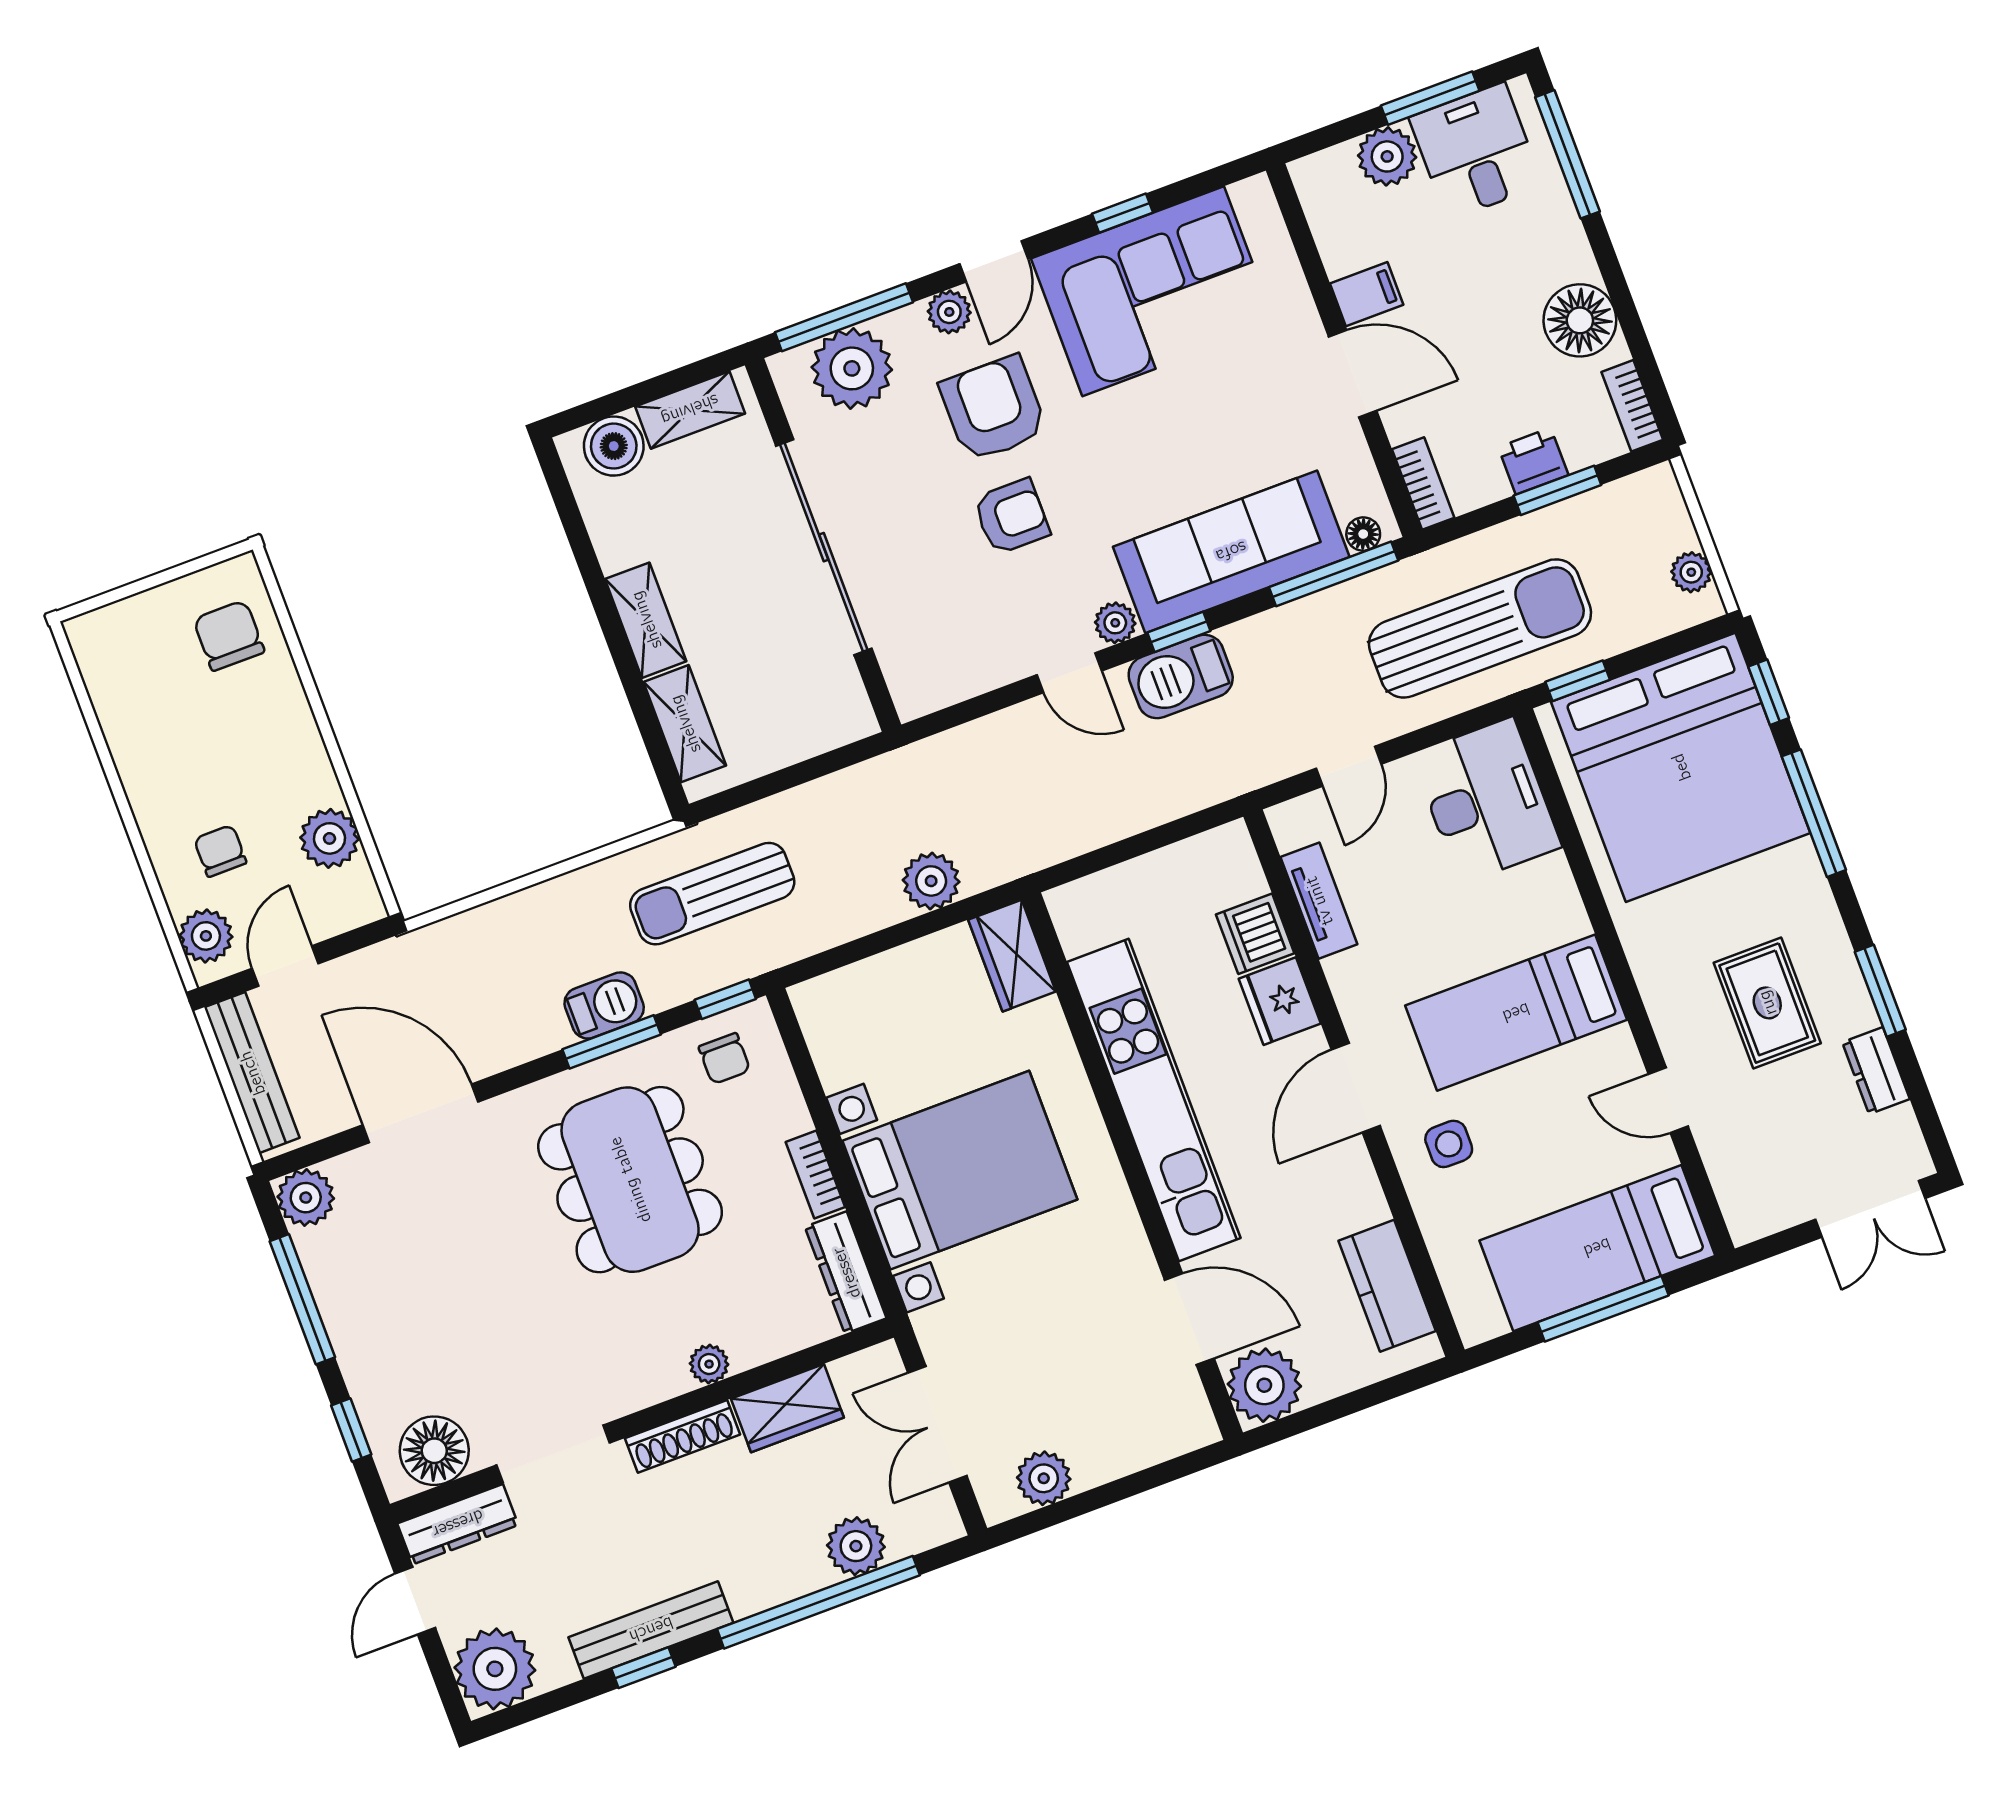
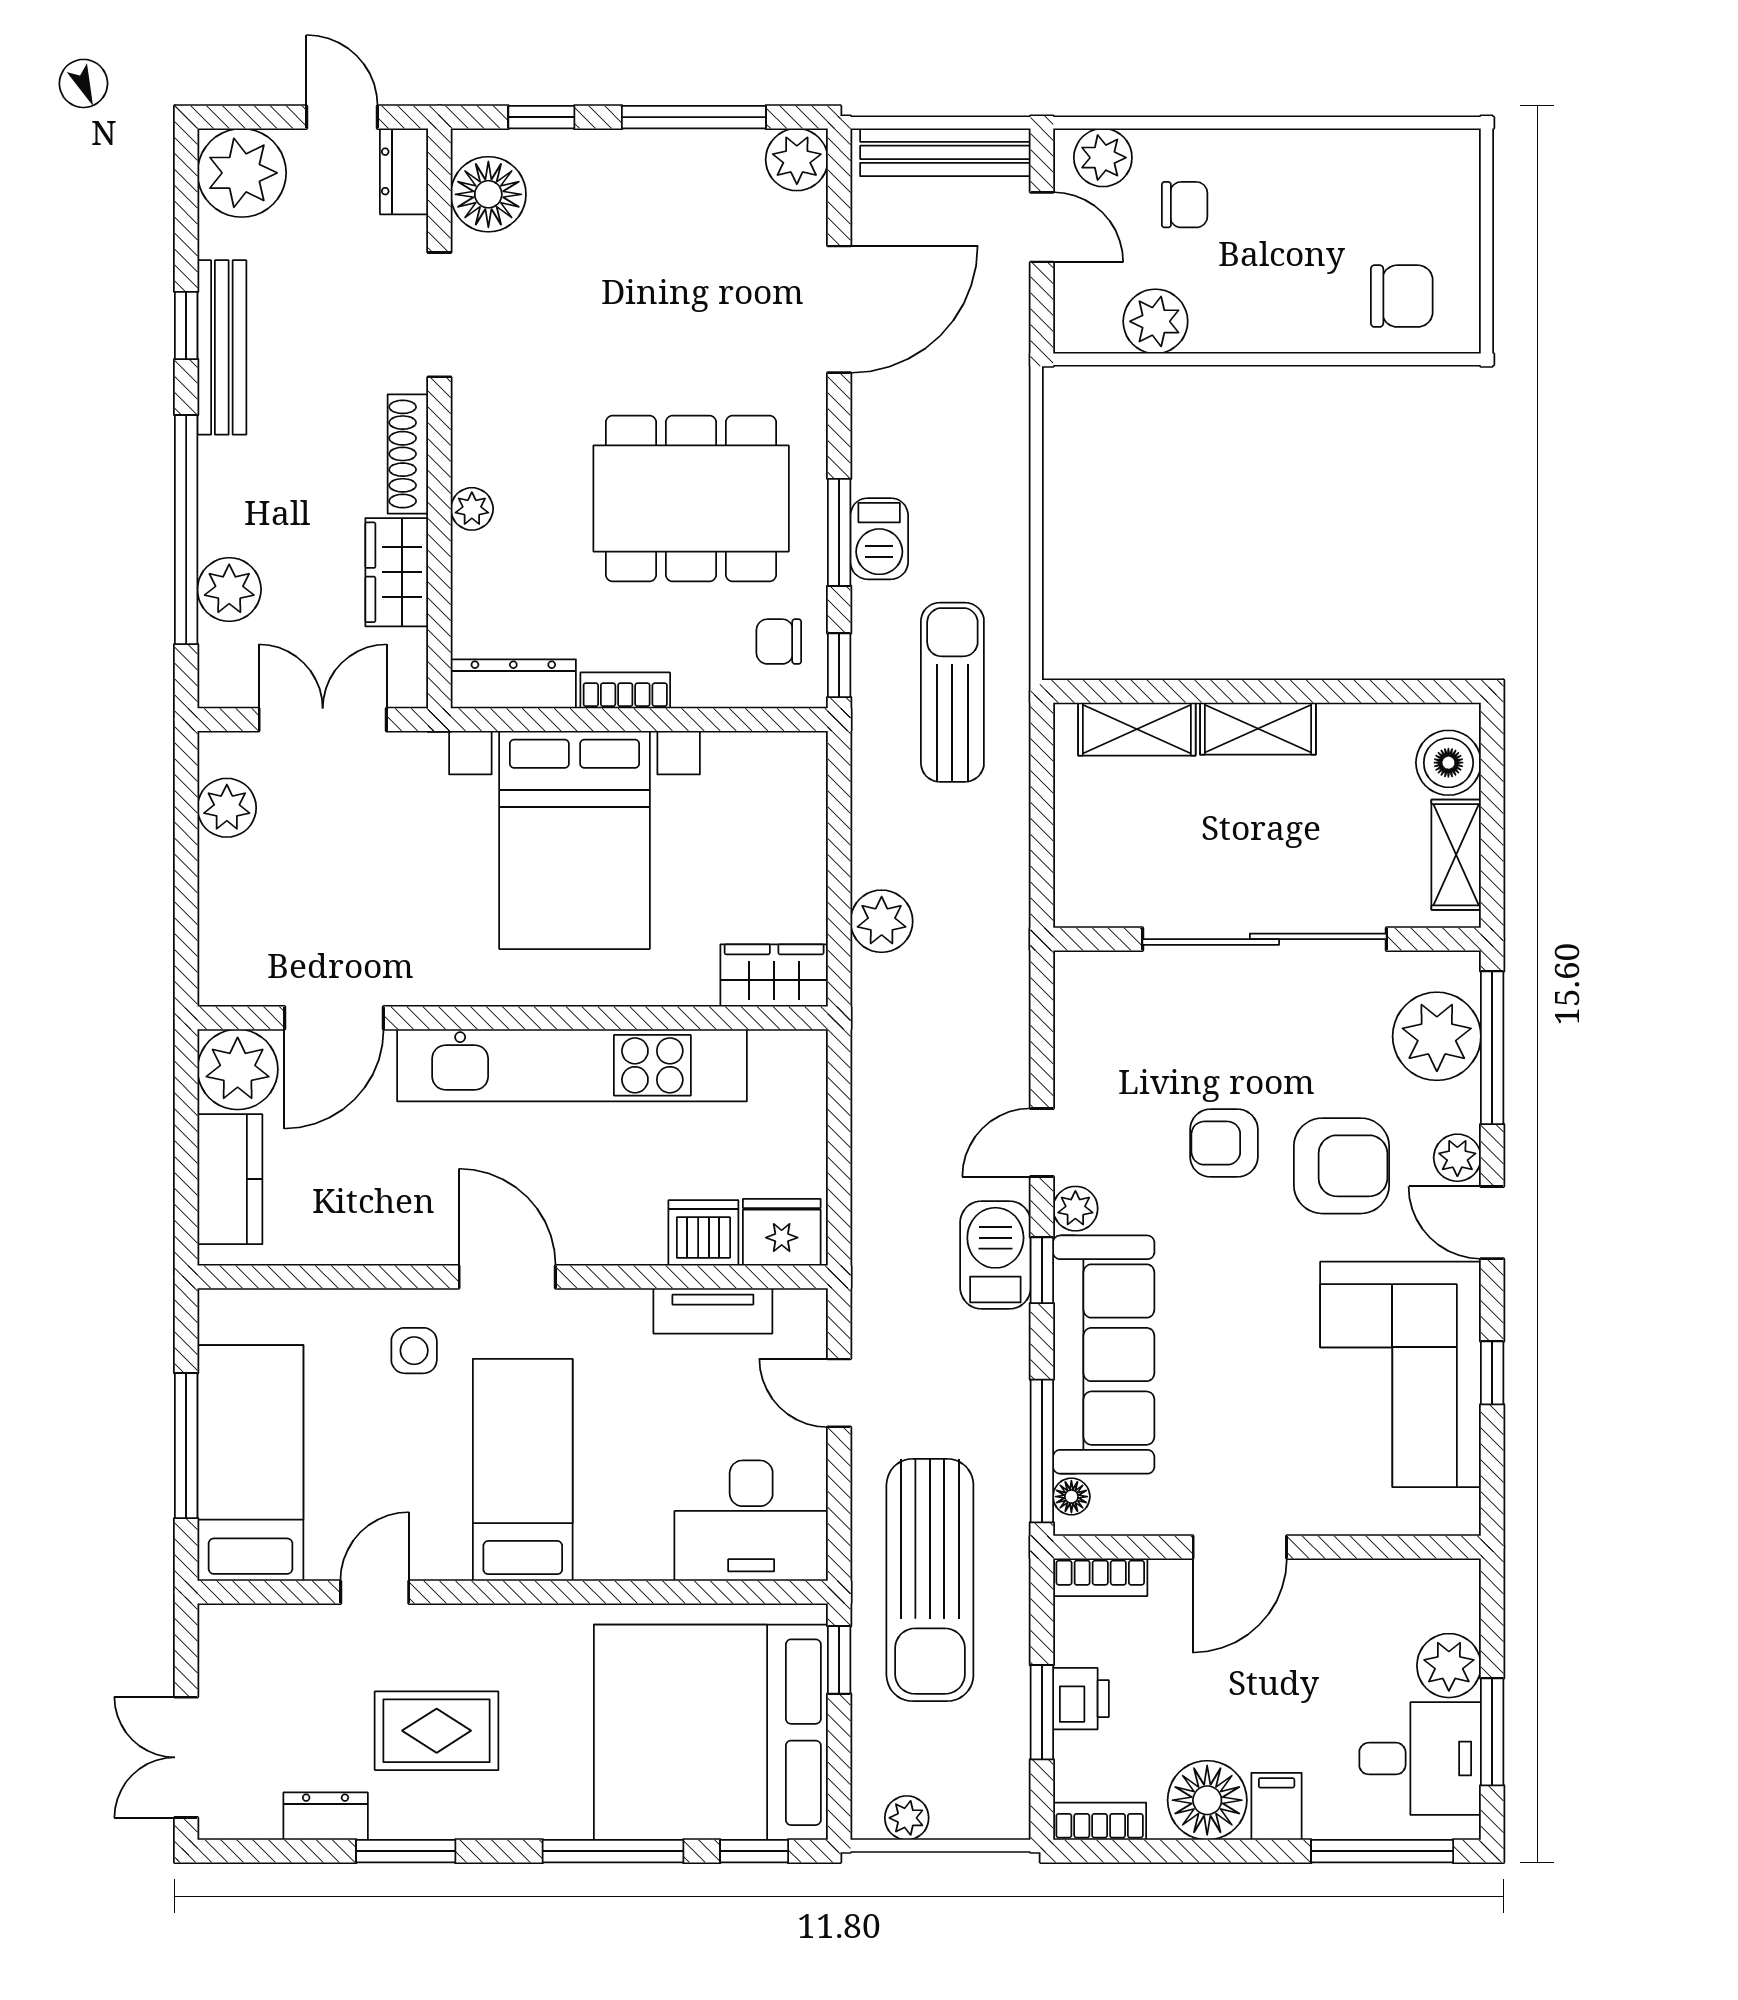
filing cabinet: (1367, 294) -> (1277, 1806), moved, turned 180
armchair: (1011, 517) -> (1224, 1143), turned 90
fridge: (1280, 1001) -> (782, 1232), moved
kitchen counter: (1387, 1286) -> (230, 1179), moved, turned 90
dresser: (458, 1524) -> (404, 171), width x0.70

